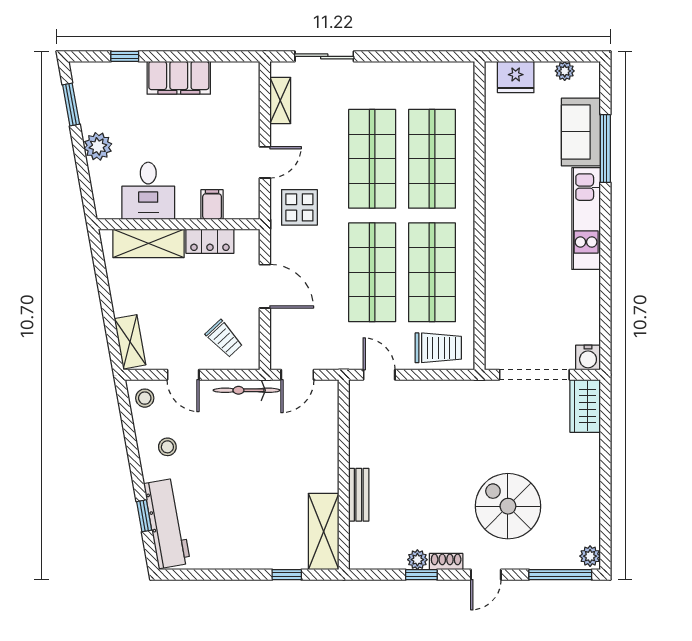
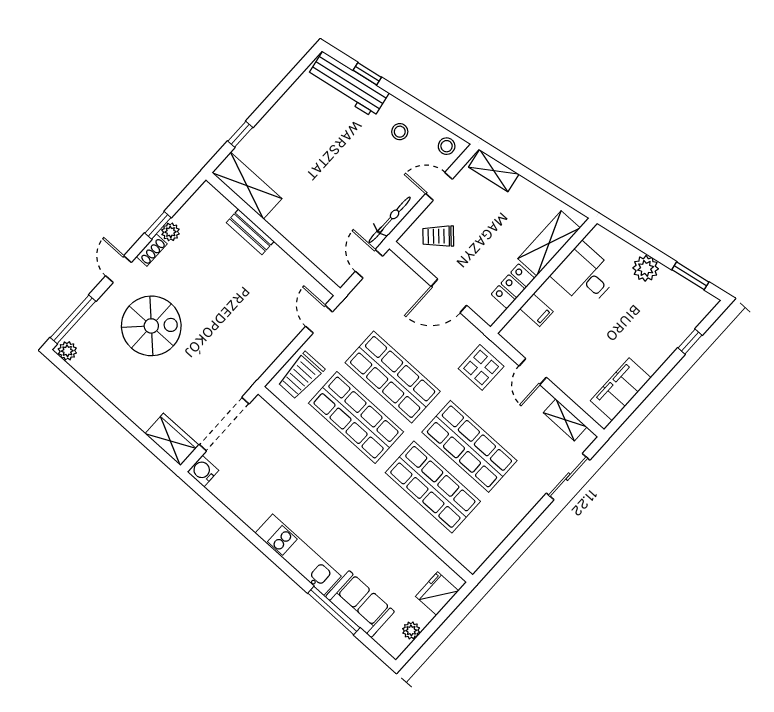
filing cabinet: (179, 78) -> (621, 389), moved
door: (379, 375) -> (319, 319), swing flipped

